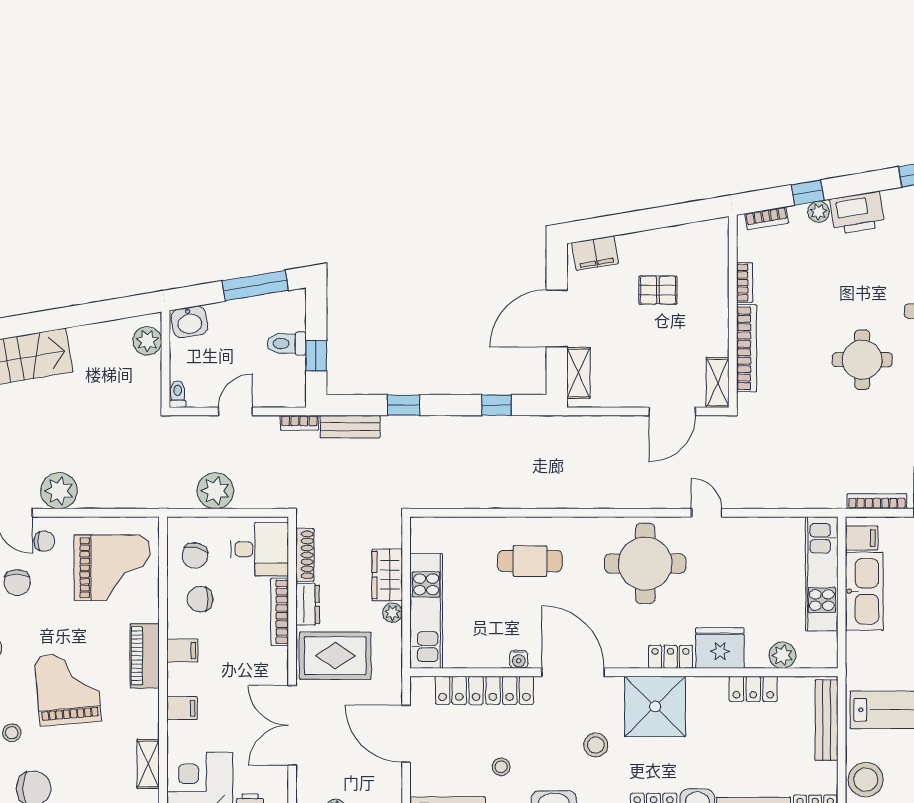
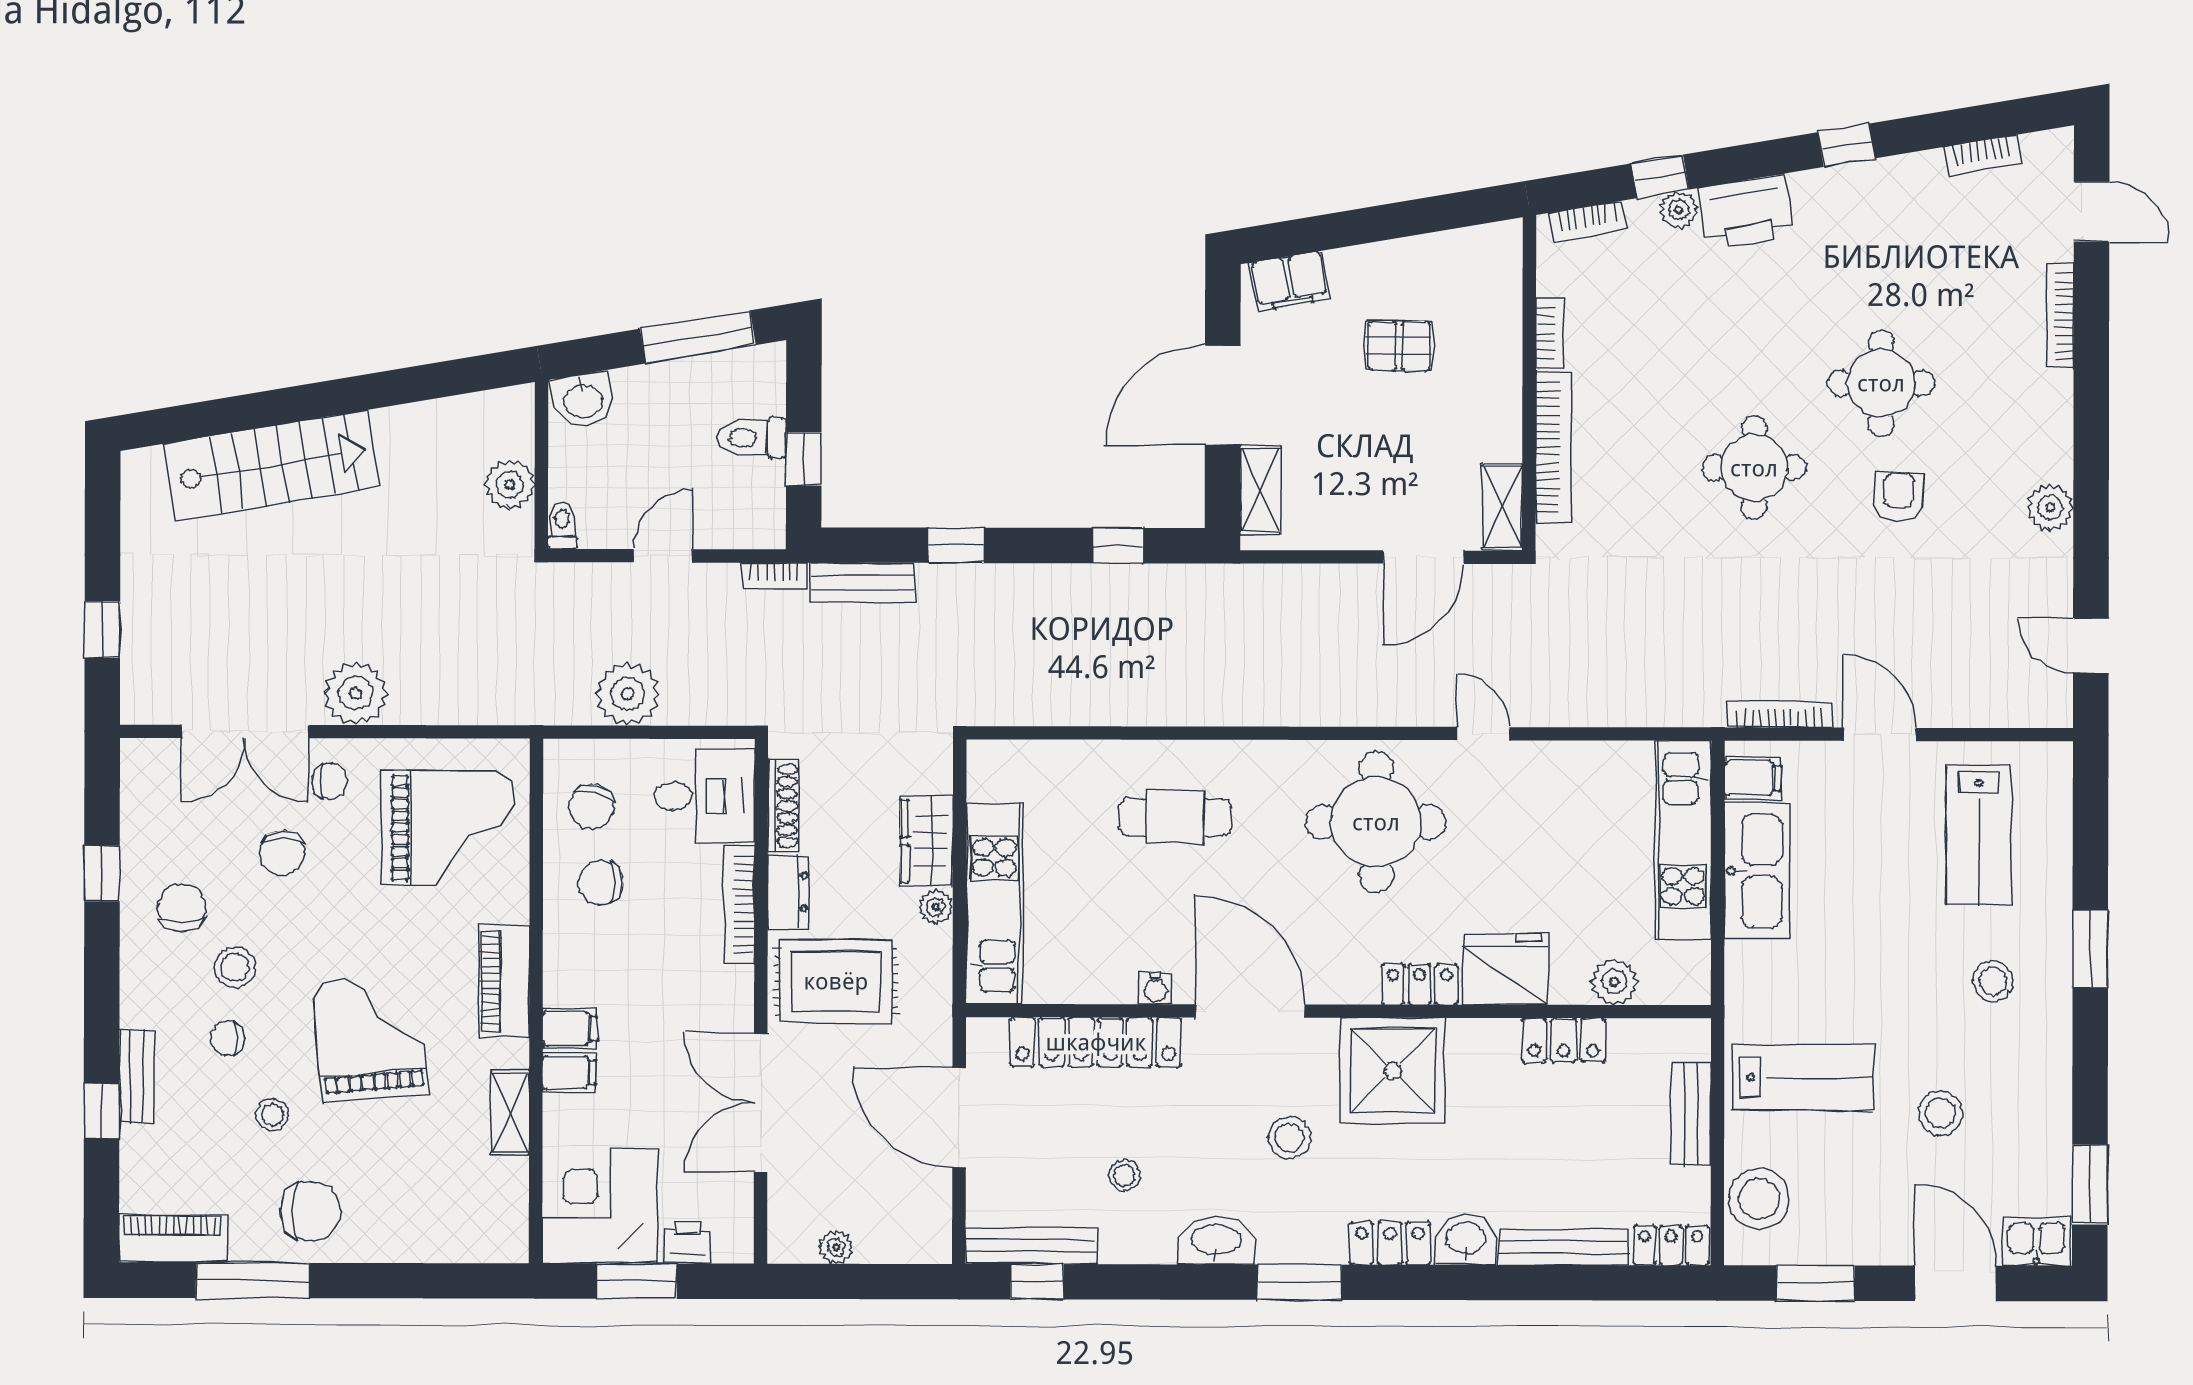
plant: (147, 341) -> (510, 485), moved
filing cabinet: (182, 651) -> (570, 1029), moved
bench: (827, 720) -> (1691, 1114), width x0.73
shelving: (148, 764) -> (510, 1113), moved

